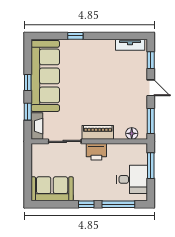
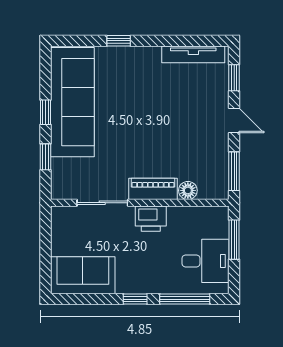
tv unit: (130, 45) -> (193, 54), width x1.41
fireplace: (37, 126) -> (59, 179), removed
floor lamp: (132, 133) -> (188, 190), moved

